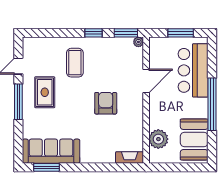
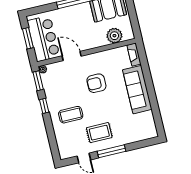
bar counter: (193, 70) -> (44, 39), moved, turned -90
sofa: (51, 151) -> (137, 90), moved
window: (46, 167) -> (157, 117), removed

